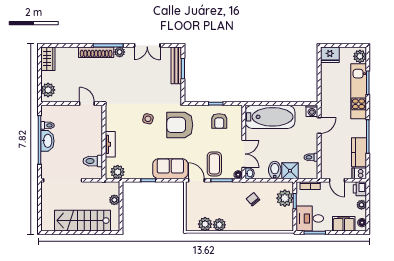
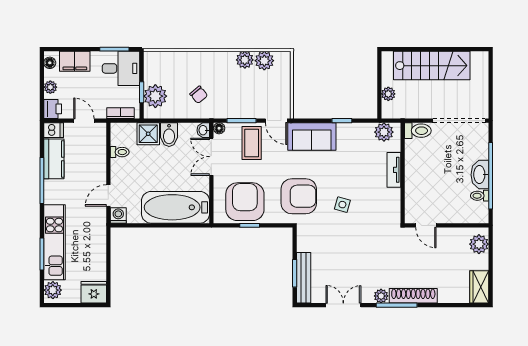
armchair: (219, 121) -> (245, 202), width x1.88, depth x1.88
toilet: (93, 161) -> (418, 131), moved

